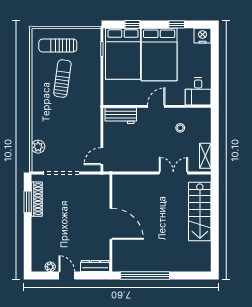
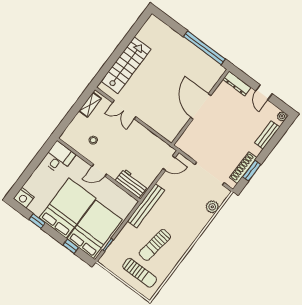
bench: (95, 106) -> (146, 206), added
bench: (37, 242) -> (267, 135), added
plant: (50, 267) -> (282, 116), moved

